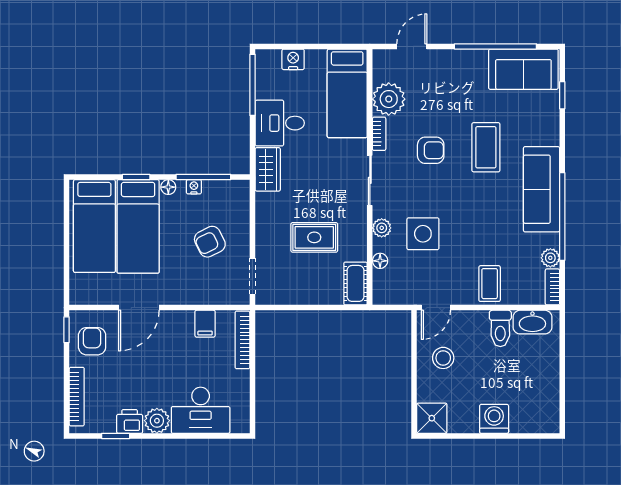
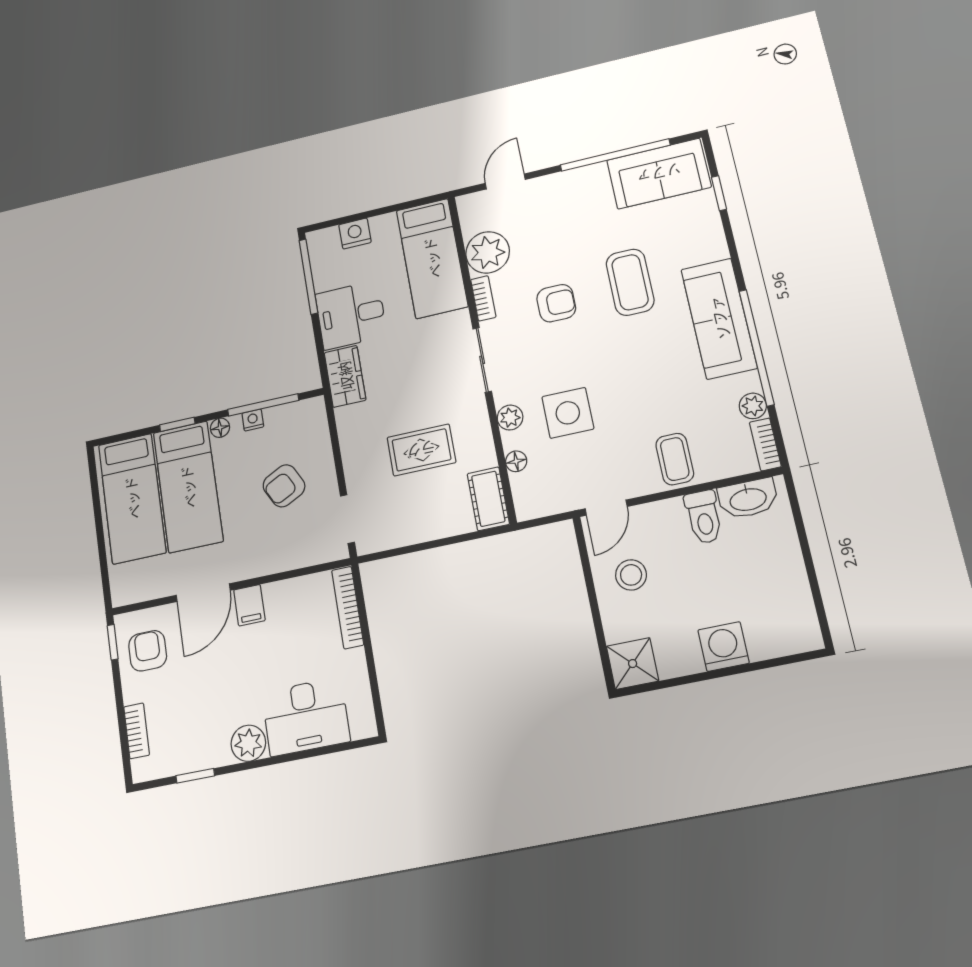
filing cabinet: (205, 324) -> (249, 605), moved
bookcase: (77, 397) -> (137, 731), width x0.64
printer: (130, 421) -> (212, 752), removed

